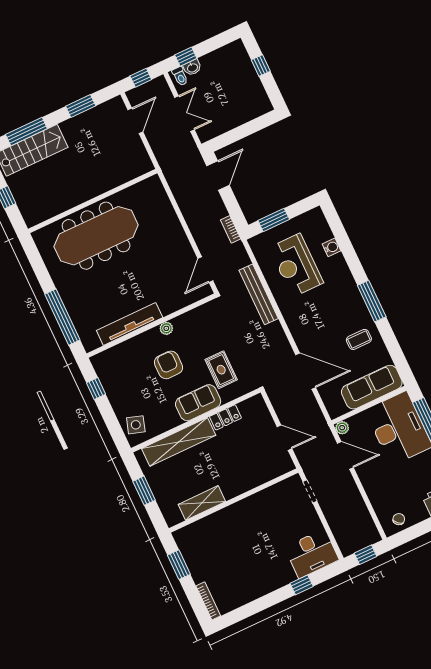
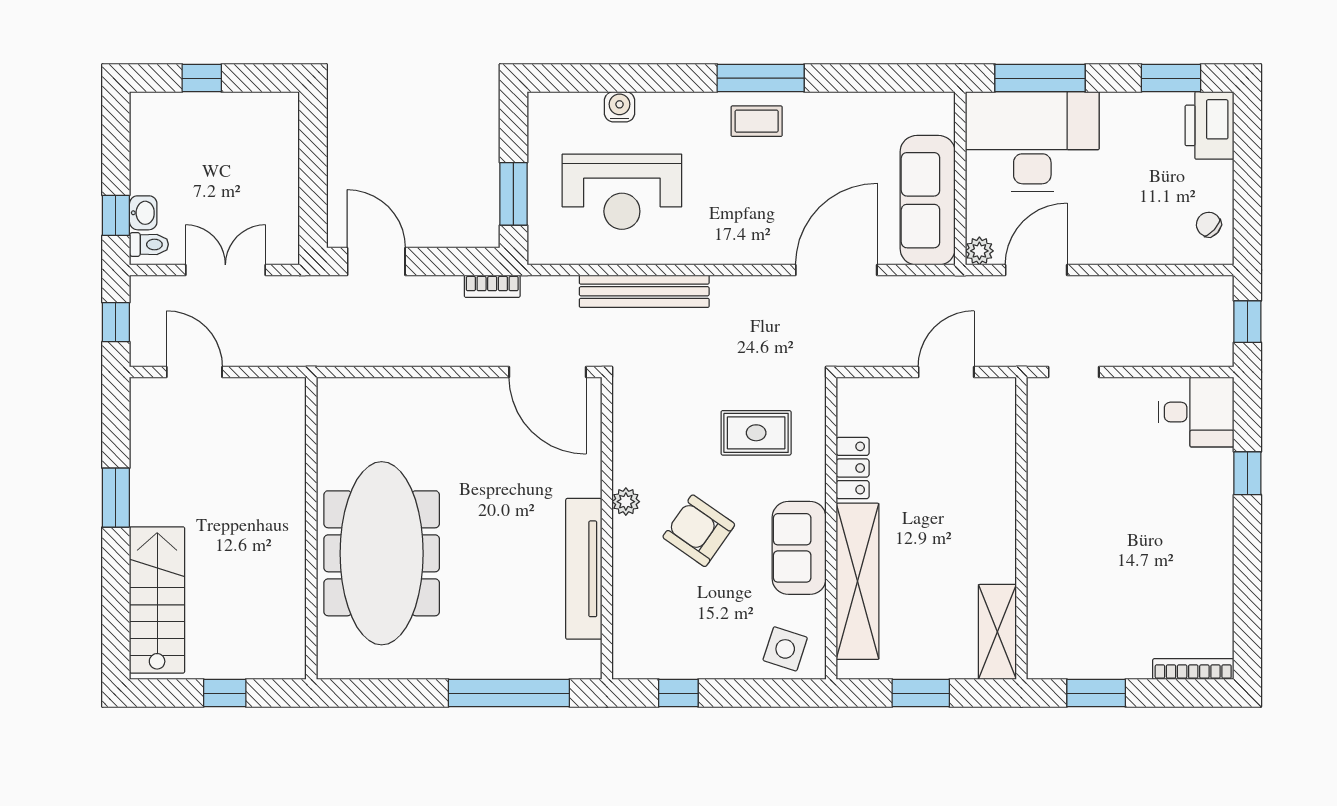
window: (81, 106) -> (116, 498), moved
window: (26, 132) -> (116, 593), removed
door: (205, 270) -> (548, 372), width x1.36
coffee table: (359, 339) -> (757, 121), moved, turned 90
armchair: (168, 365) -> (699, 531), turned 35
sofa: (372, 387) -> (928, 200), moved
sofa: (198, 403) -> (799, 548), moved
shelving: (202, 503) -> (997, 632), moved
desk: (312, 554) -> (1196, 412), width x0.73

